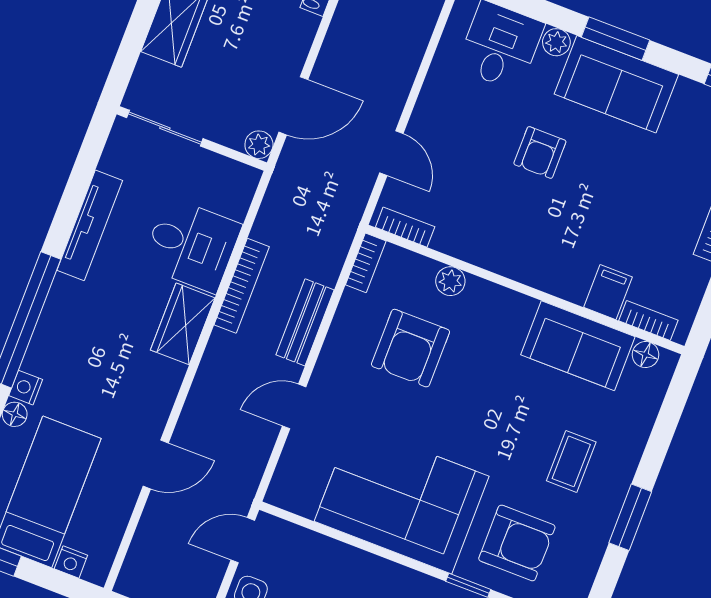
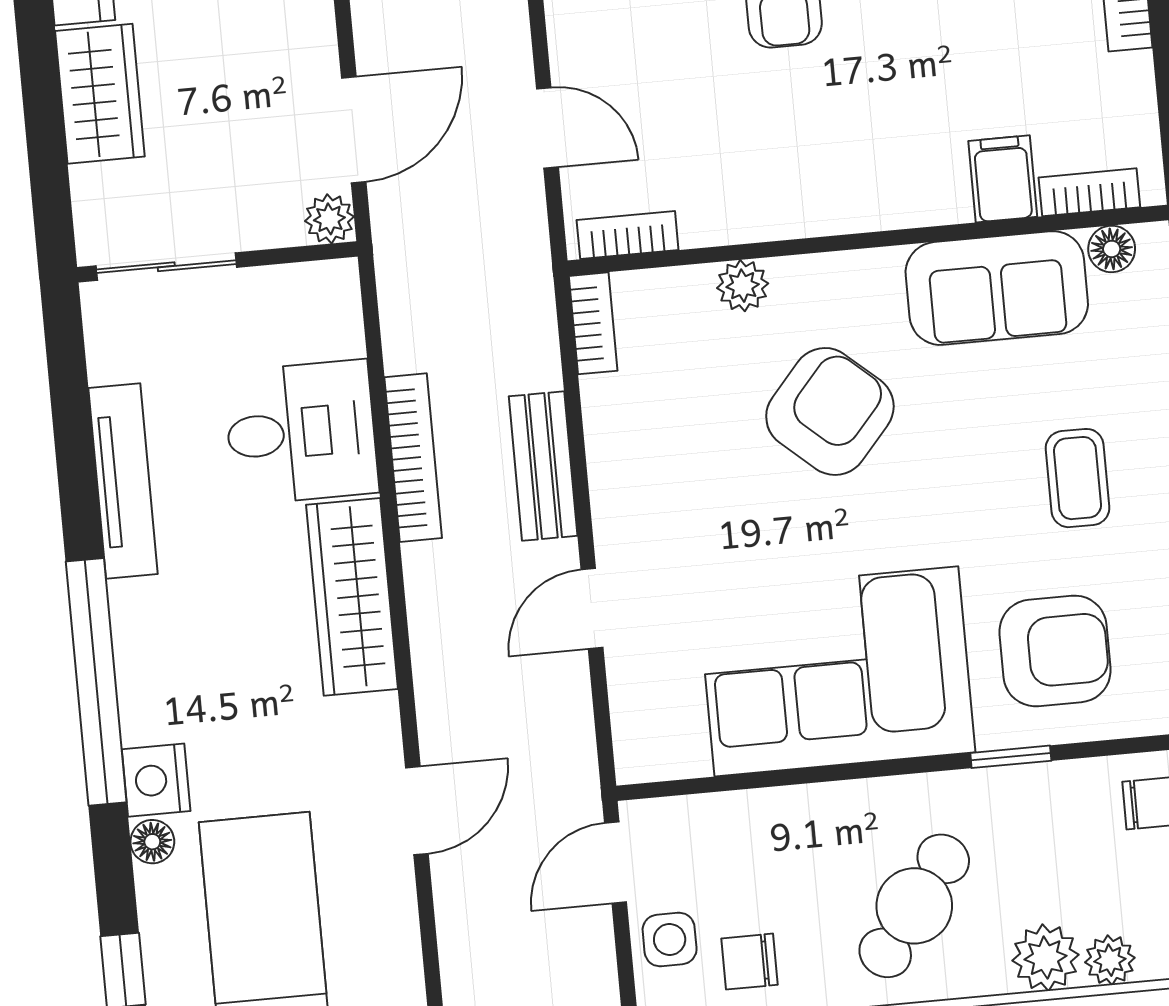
wardrobe: (183, 324) -> (352, 597), width x1.50
armchair: (410, 348) -> (830, 411), moved, turned -139
nightstand: (26, 388) -> (156, 780), width x1.39, depth x1.35

